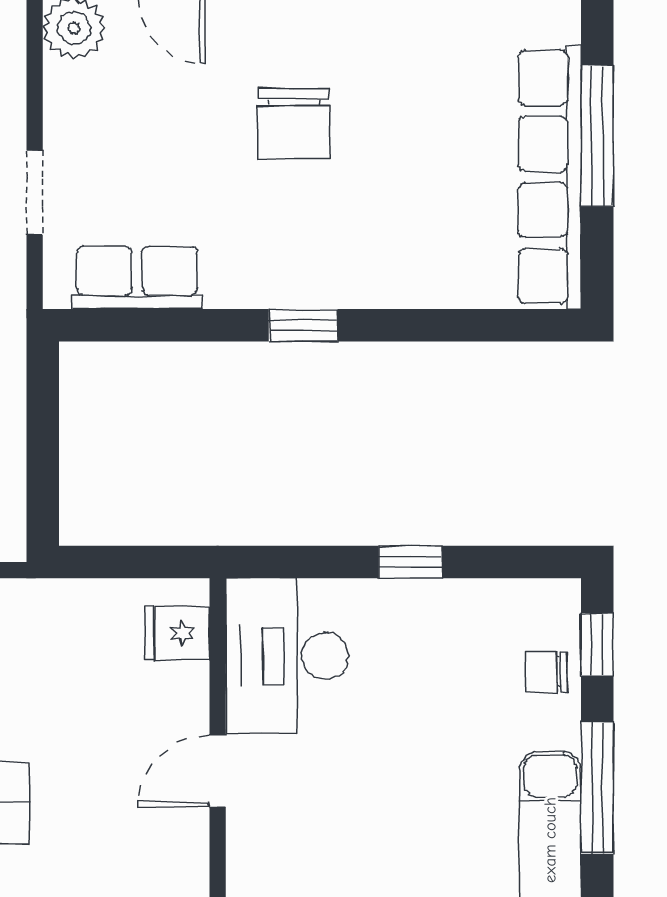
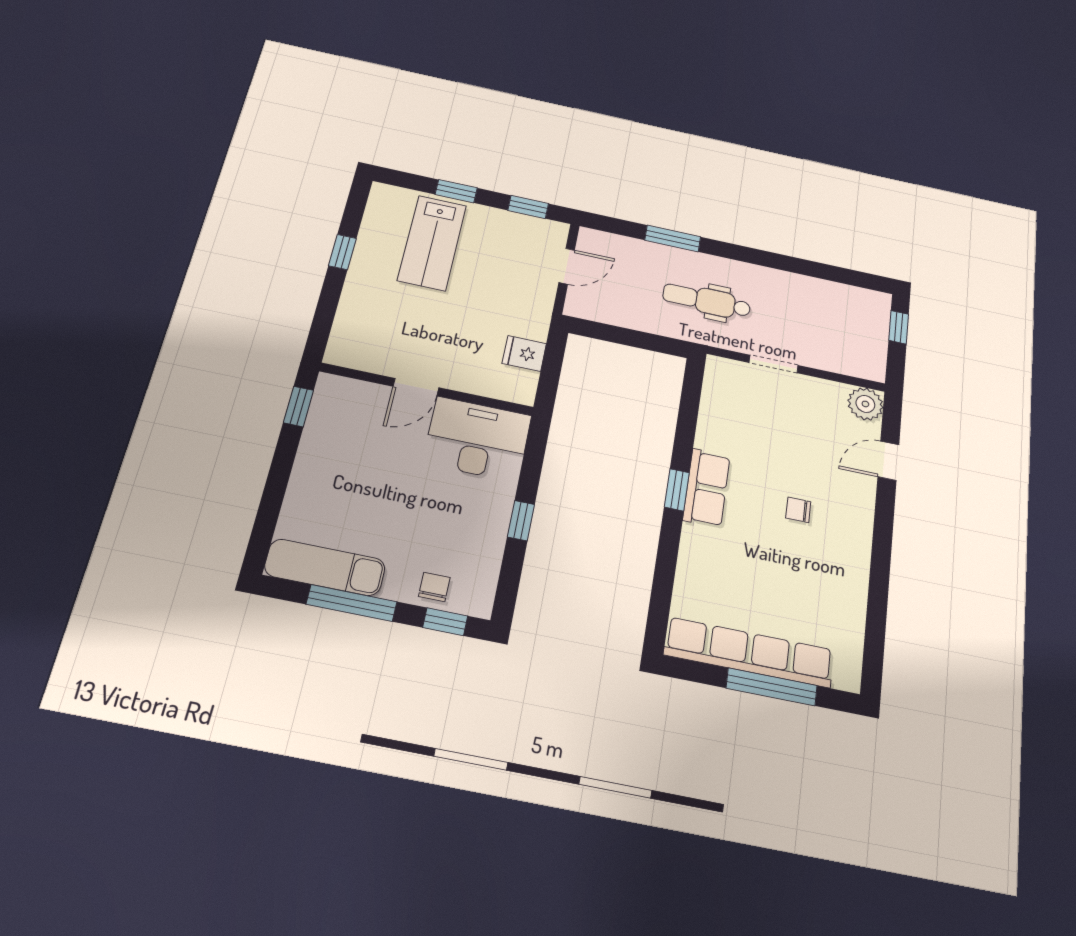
chair: (294, 124) -> (798, 510), width x0.54, depth x0.54
row of seats: (137, 278) -> (707, 488), moved
fridge: (177, 633) -> (524, 353), moved, turned -90
door: (218, 771) -> (416, 387), swing flipped

